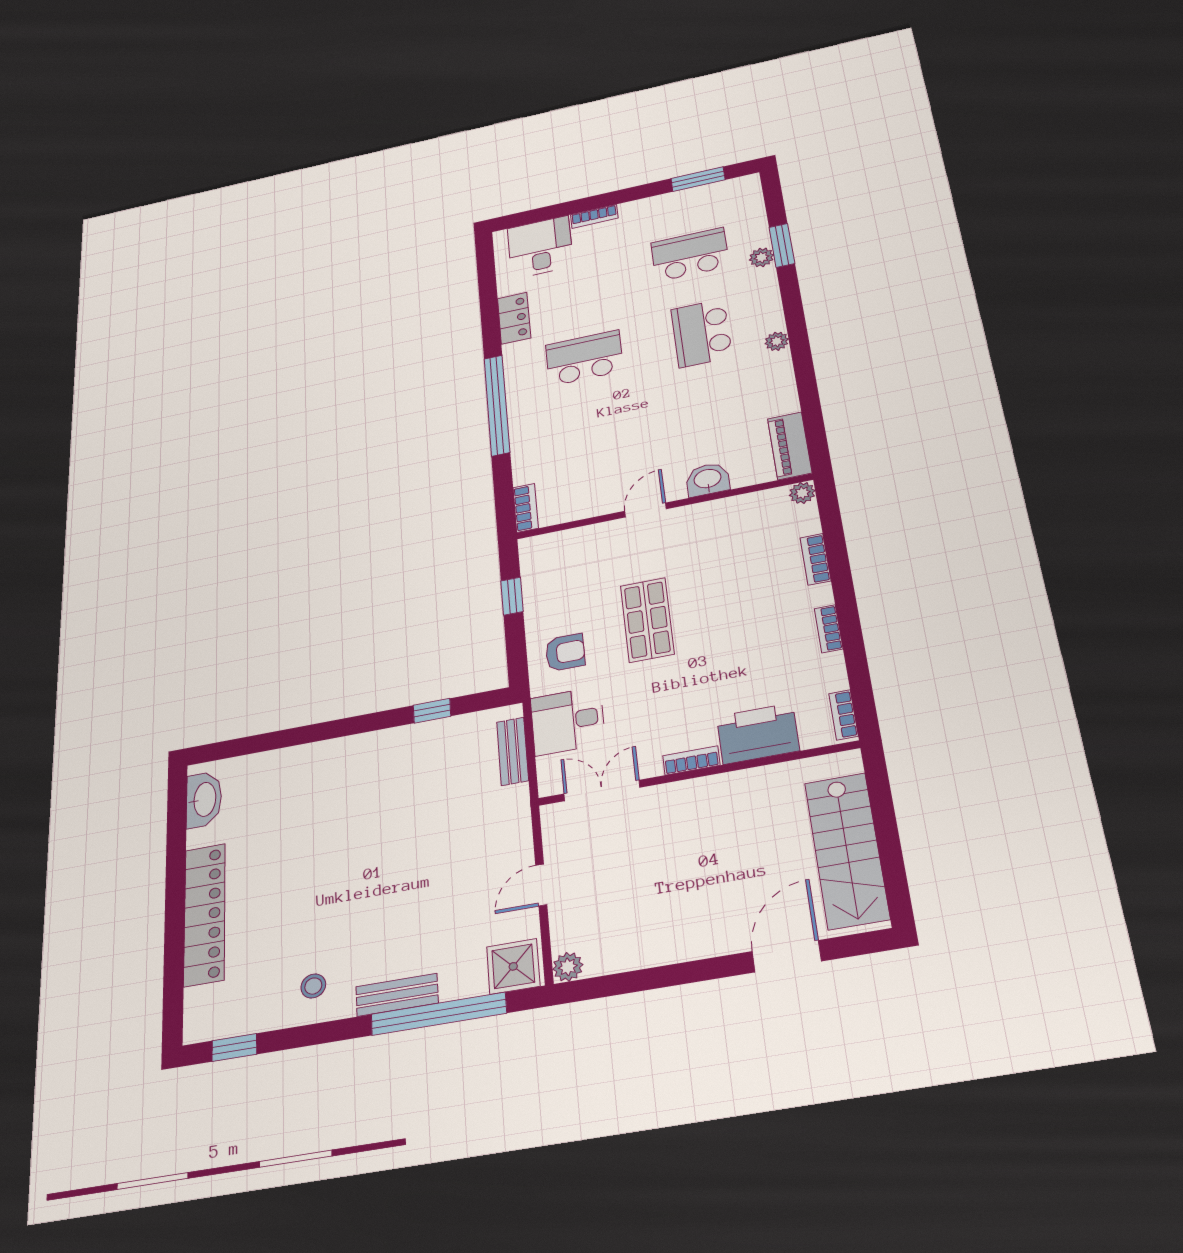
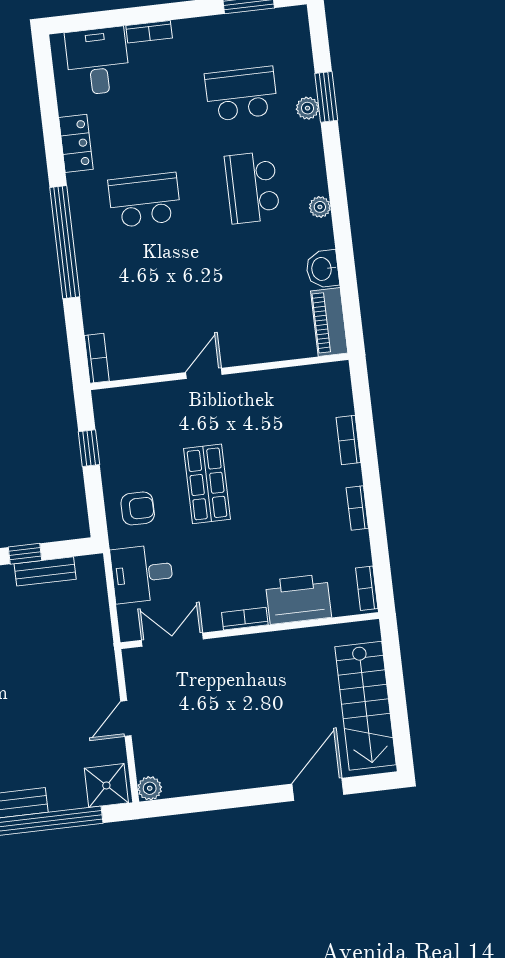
washbasin: (708, 479) -> (322, 269), moved, turned -90
plant: (802, 493) -> (339, 372), removed
bench: (513, 751) -> (45, 571), moved, turned 90

